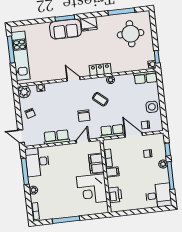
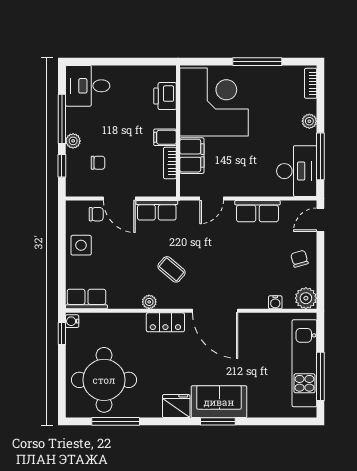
round table: (131, 34) -> (104, 380), width x1.36, depth x1.36
door: (73, 79) -> (215, 311), width x1.88
chair: (84, 116) -> (204, 244), removed
door: (21, 136) -> (320, 220), swing flipped
corner desk: (92, 189) -> (214, 102), width x1.36, depth x1.36

